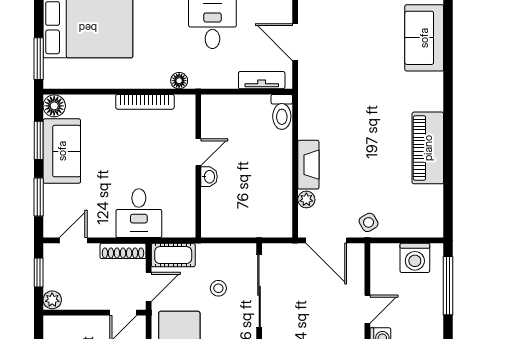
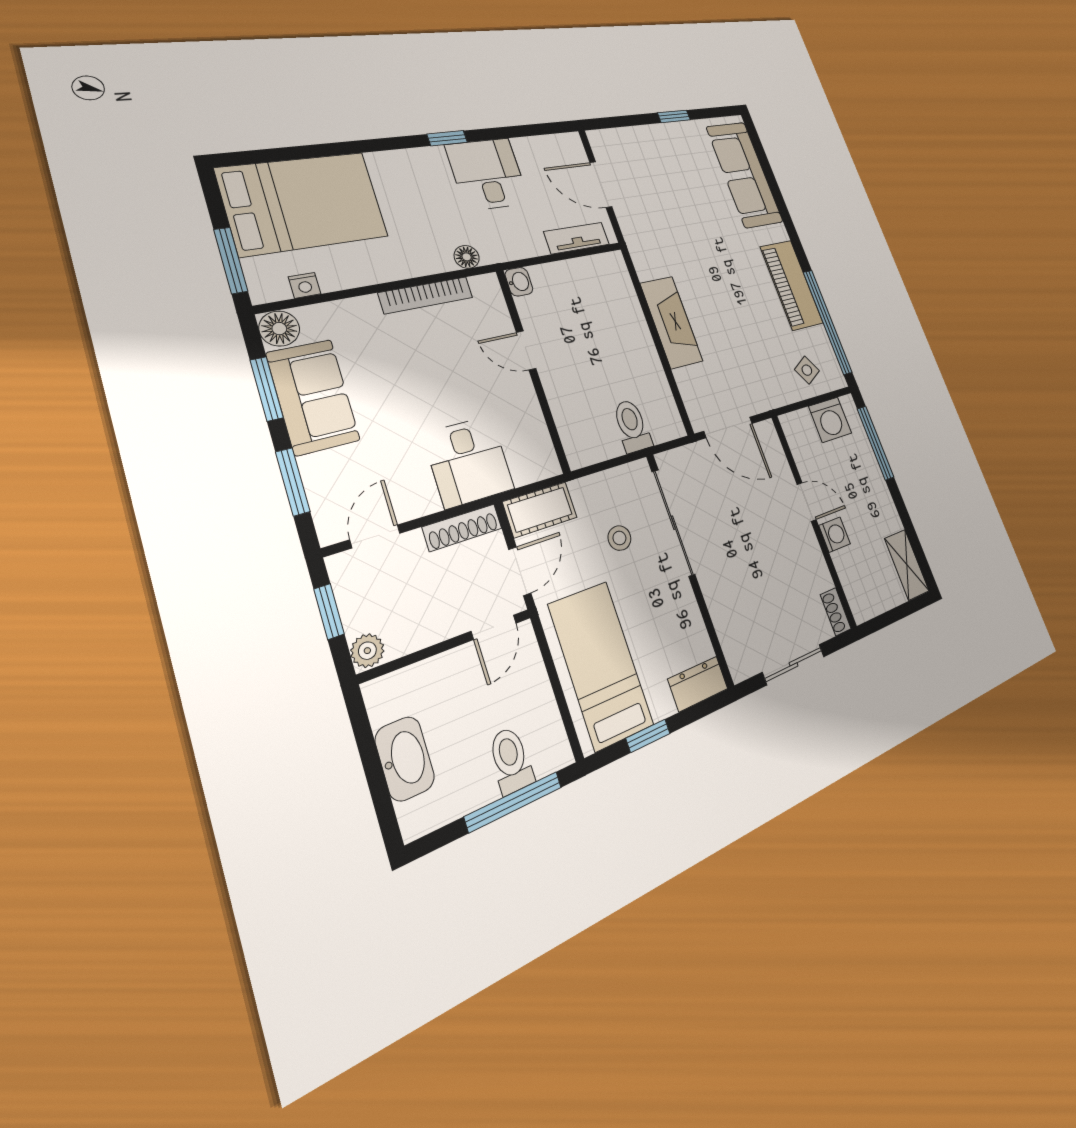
sofa: (424, 38) -> (745, 174), width x1.36
nightstand: (75, 82) -> (305, 285), added
toilet: (282, 112) -> (632, 426), moved, turned 180
door: (198, 152) -> (526, 350), swing flipped
fireplace: (308, 165) -> (671, 322), width x1.37, depth x1.32
washbasin: (209, 177) -> (519, 282), moved
window: (448, 184) -> (828, 322), added
plant: (306, 200) -> (686, 380), removed
side table: (369, 222) -> (807, 370), moved
door: (367, 309) -> (807, 502), hinge flipped

